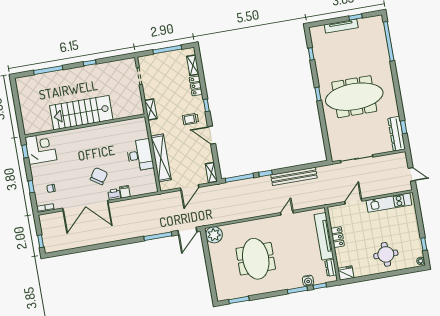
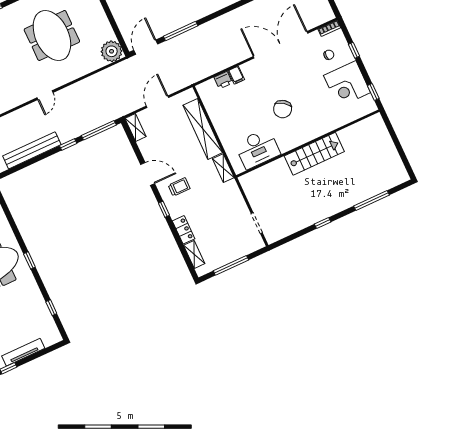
shelving: (151, 109) -> (223, 168), moved
stairs: (81, 113) -> (314, 154), width x0.73, depth x0.66
corner desk: (41, 149) -> (347, 84), moved
desk: (140, 155) -> (257, 149), moved, turned -90
chair: (99, 176) -> (283, 109), moved
printer: (114, 194) -> (223, 80), moved
door: (287, 213) -> (45, 95), moved

